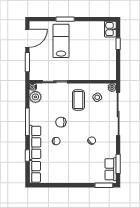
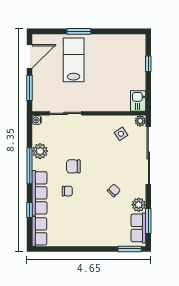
kitchen sink: (110, 29) -> (138, 101), moved
plant: (35, 97) -> (40, 151), moved
coffee table: (78, 100) -> (96, 137), removed
plant: (111, 151) -> (139, 205), added

